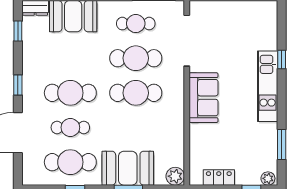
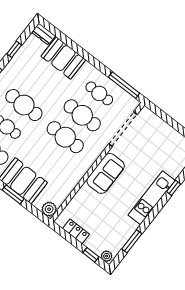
window: (18, 31) -> (14, 49), moved

